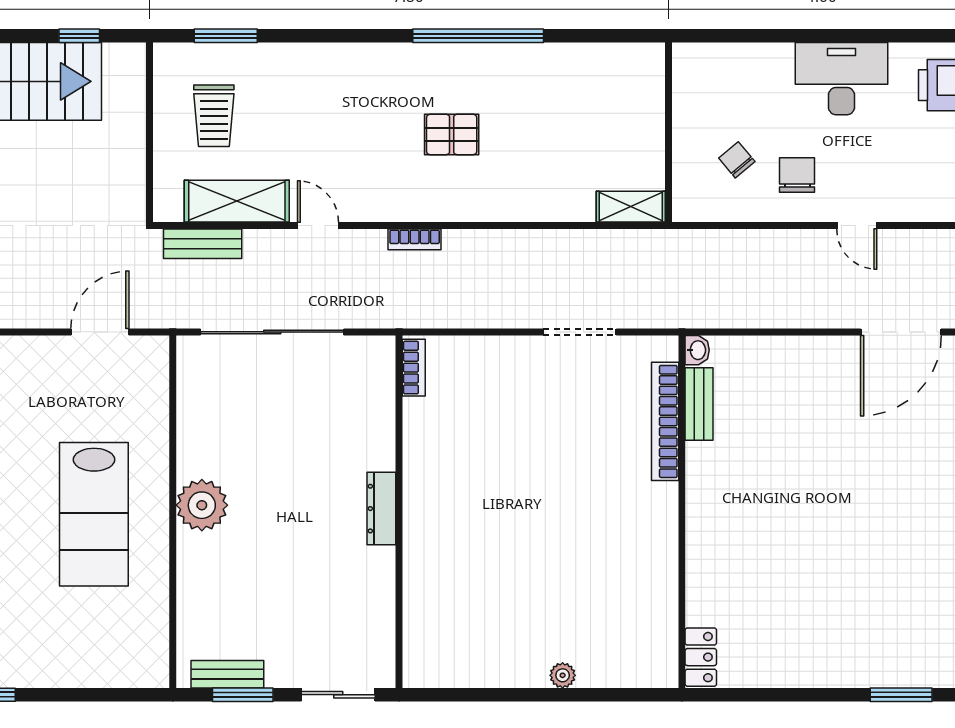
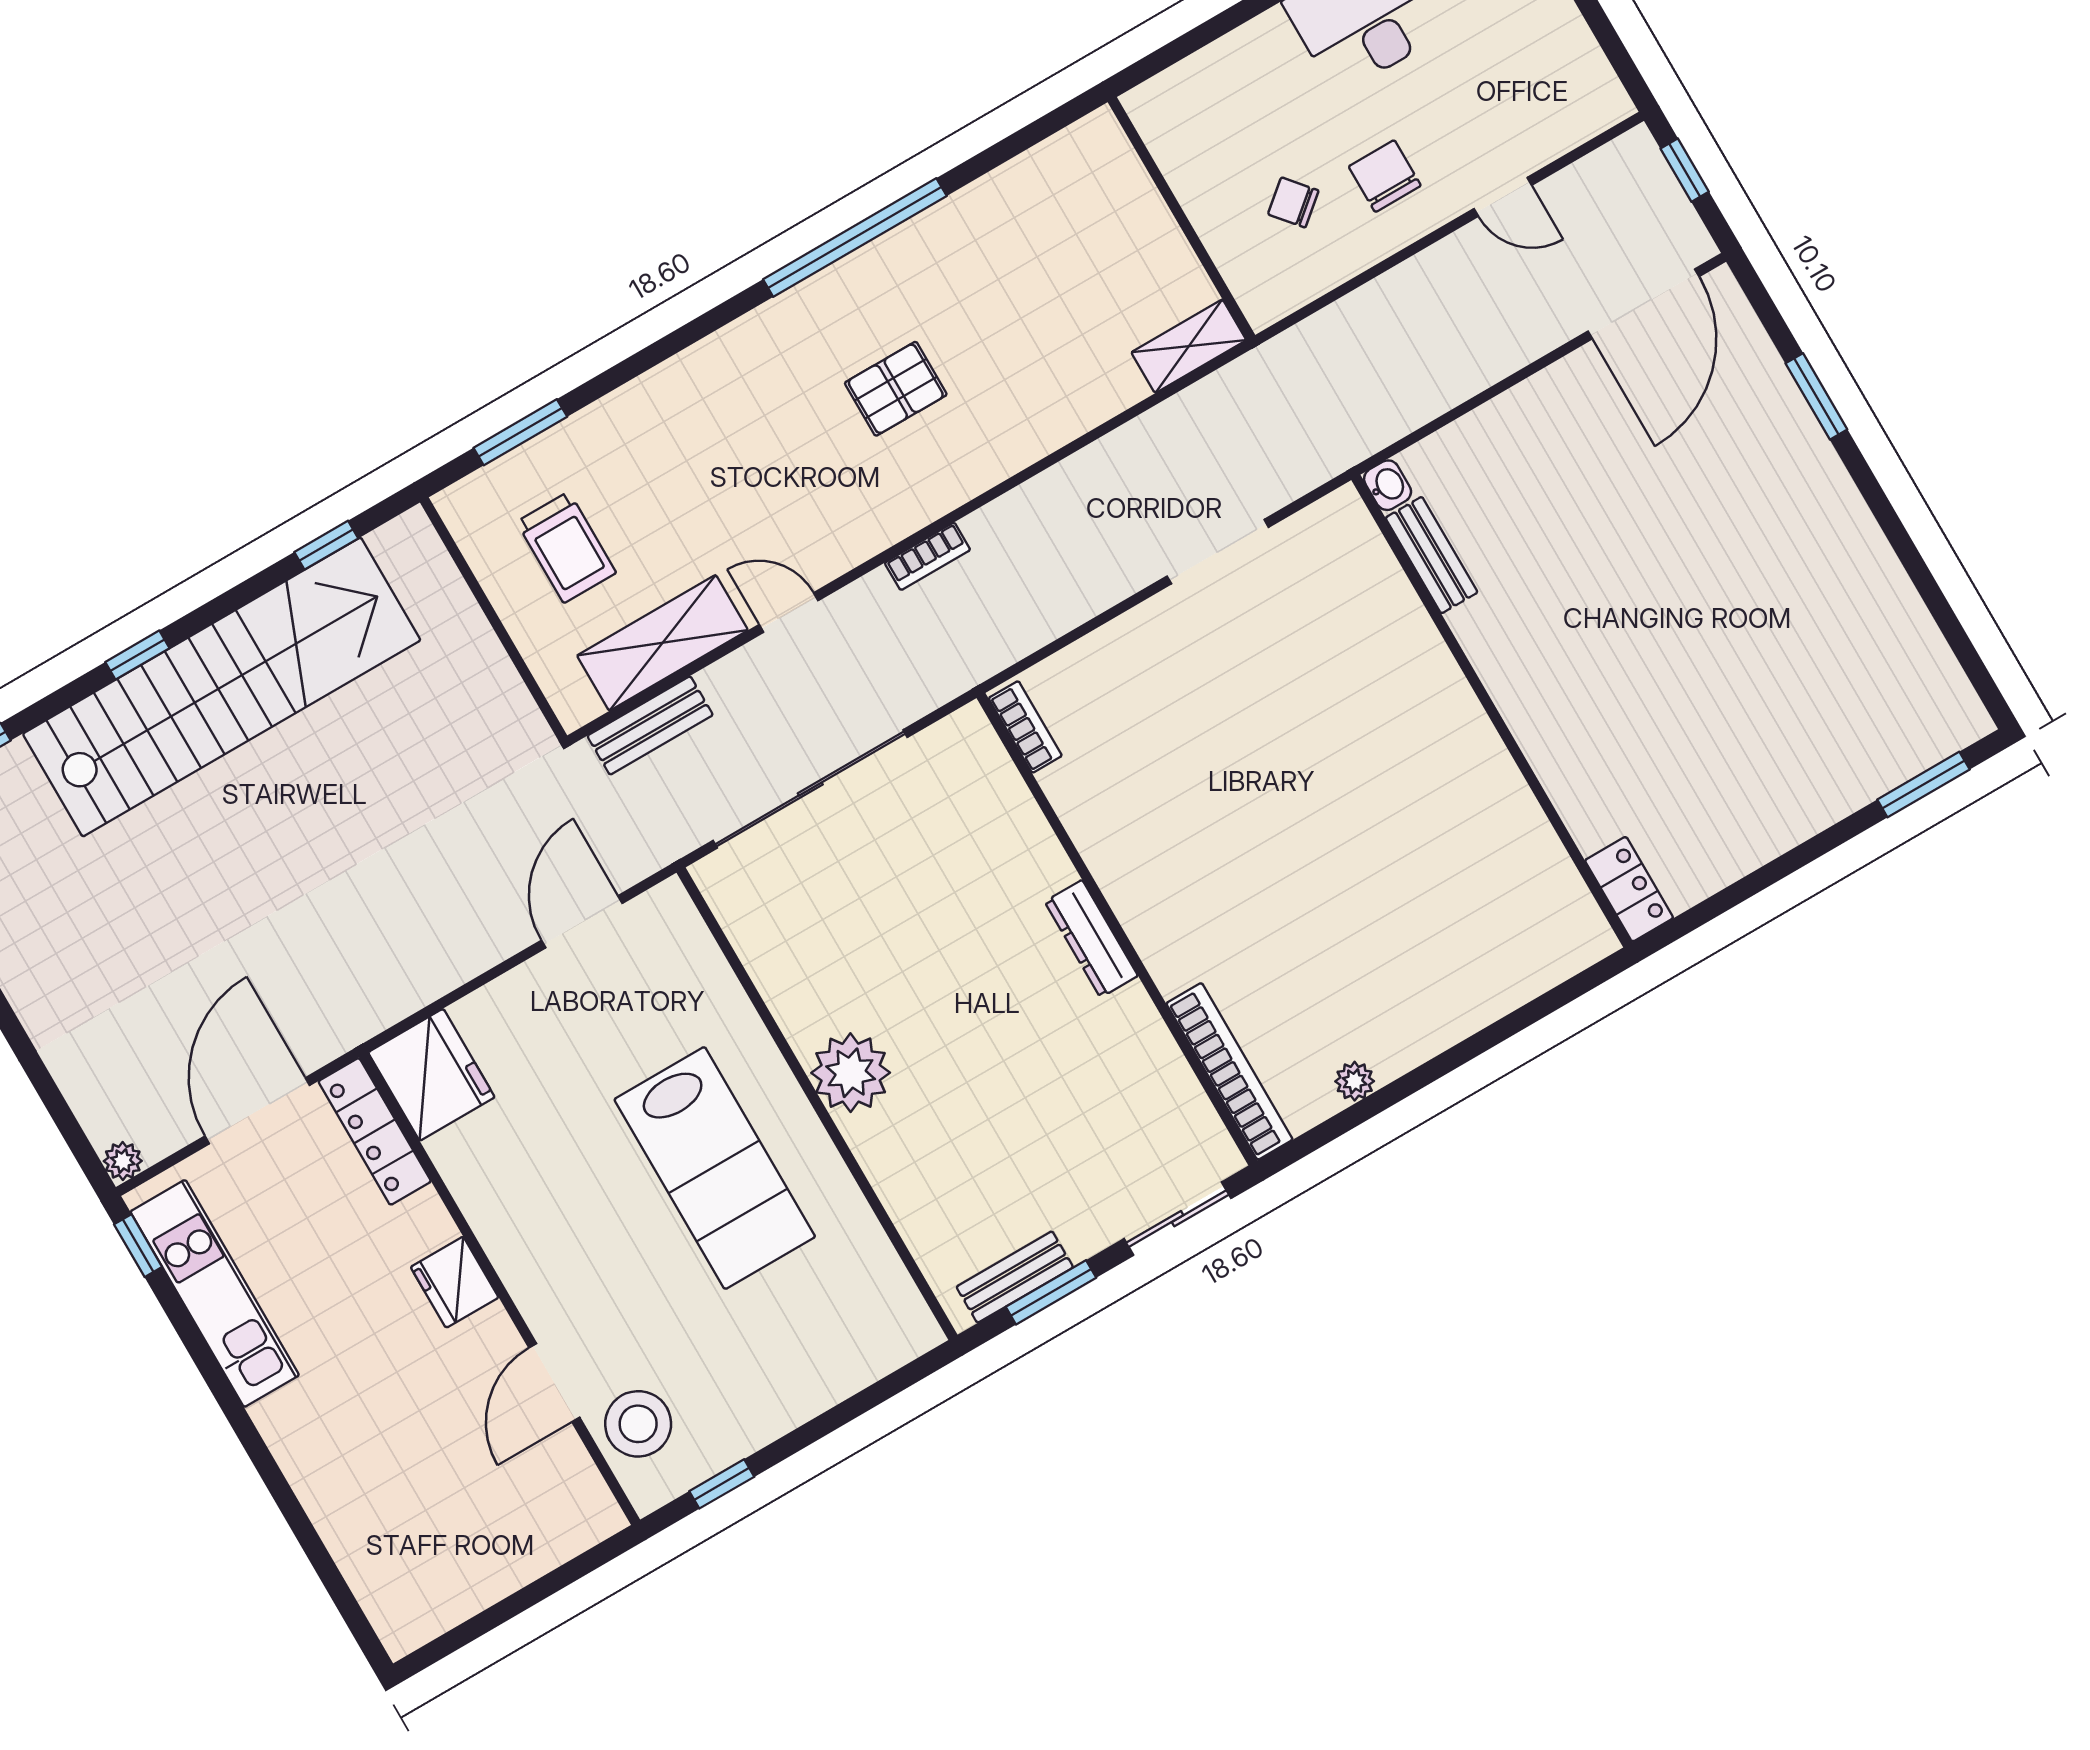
bookcase: (665, 421) -> (1229, 1071), moved, turned 180
plant: (563, 675) -> (1355, 1081), moved

